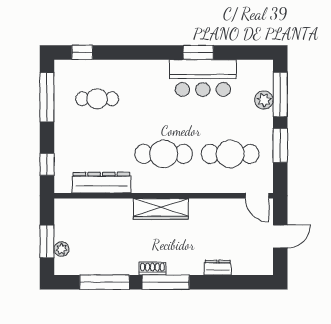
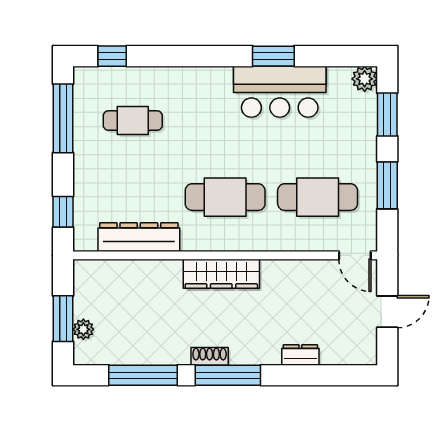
window: (280, 94) -> (387, 114), width x0.69
plant: (264, 100) -> (365, 79), moved

